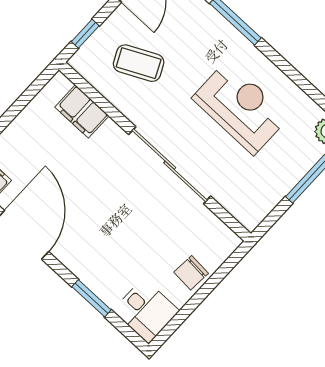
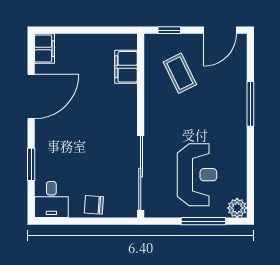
reception desk: (241, 107) -> (197, 175), moved
sliding door: (170, 165) -> (141, 173), moved

